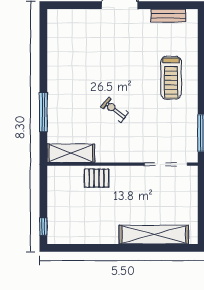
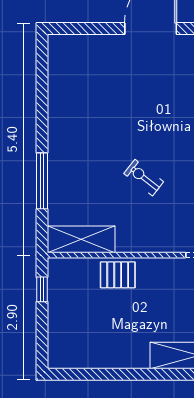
window: (43, 227) -> (42, 289), moved

